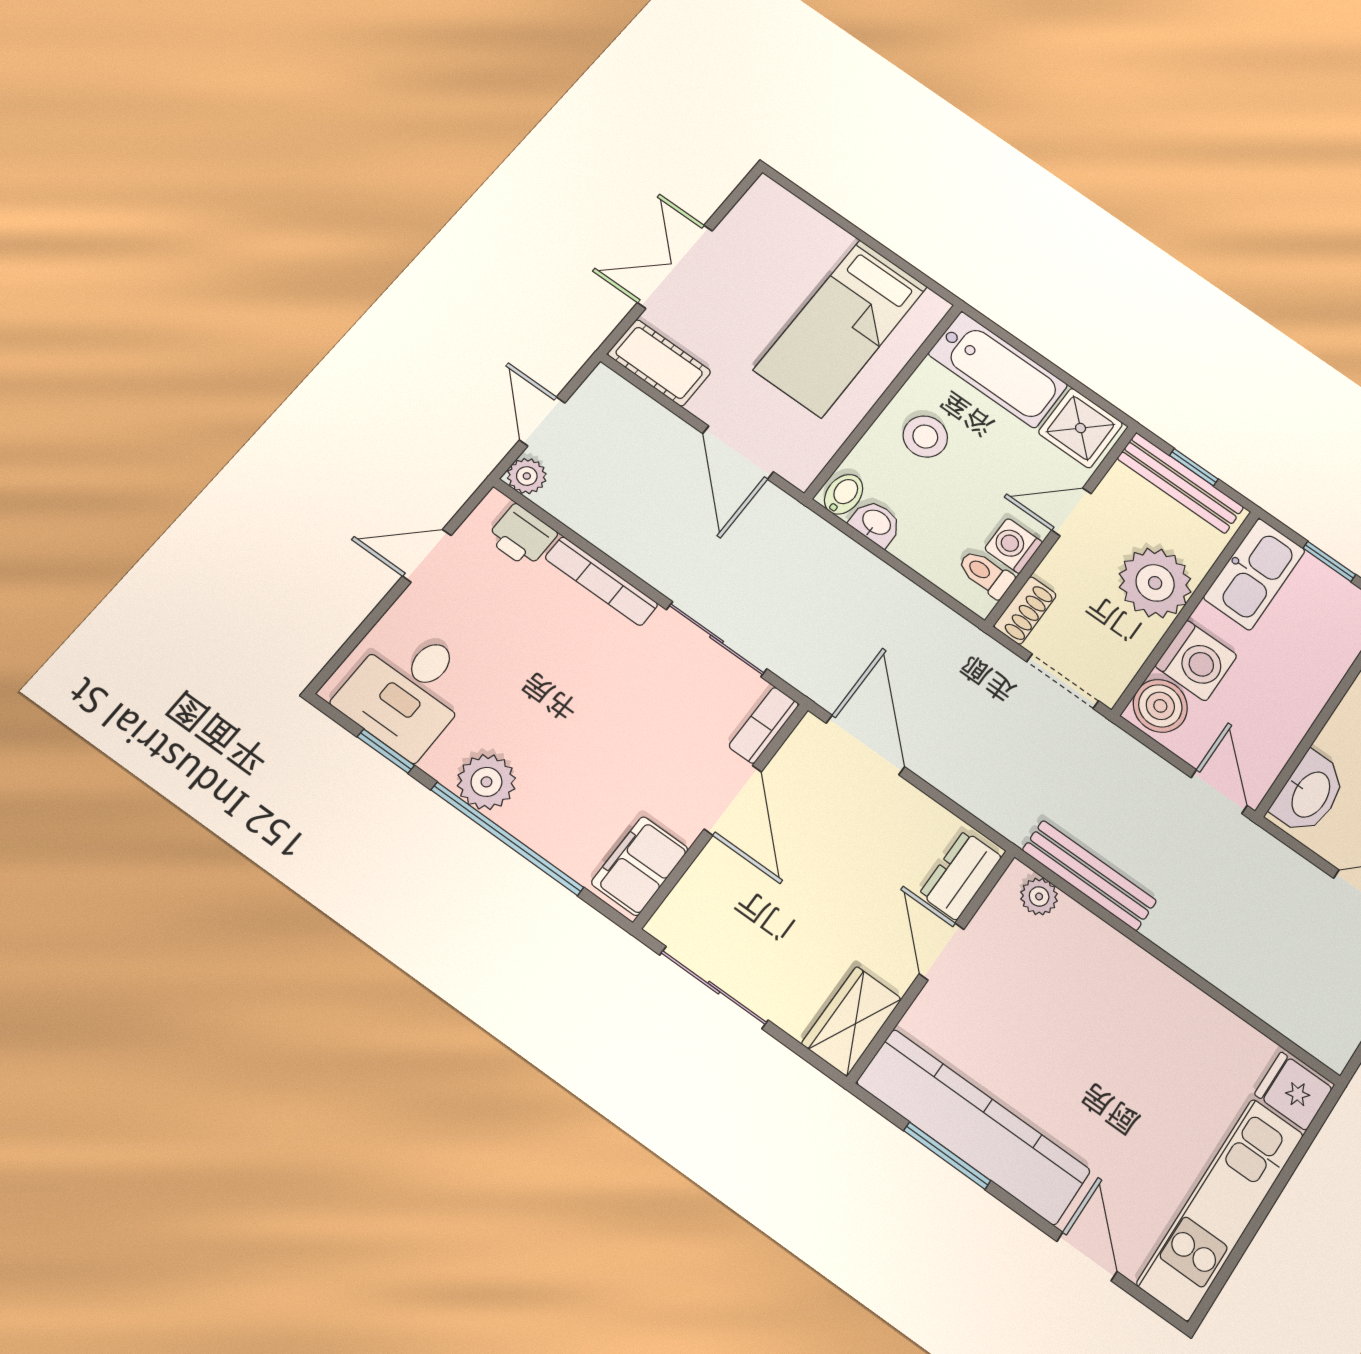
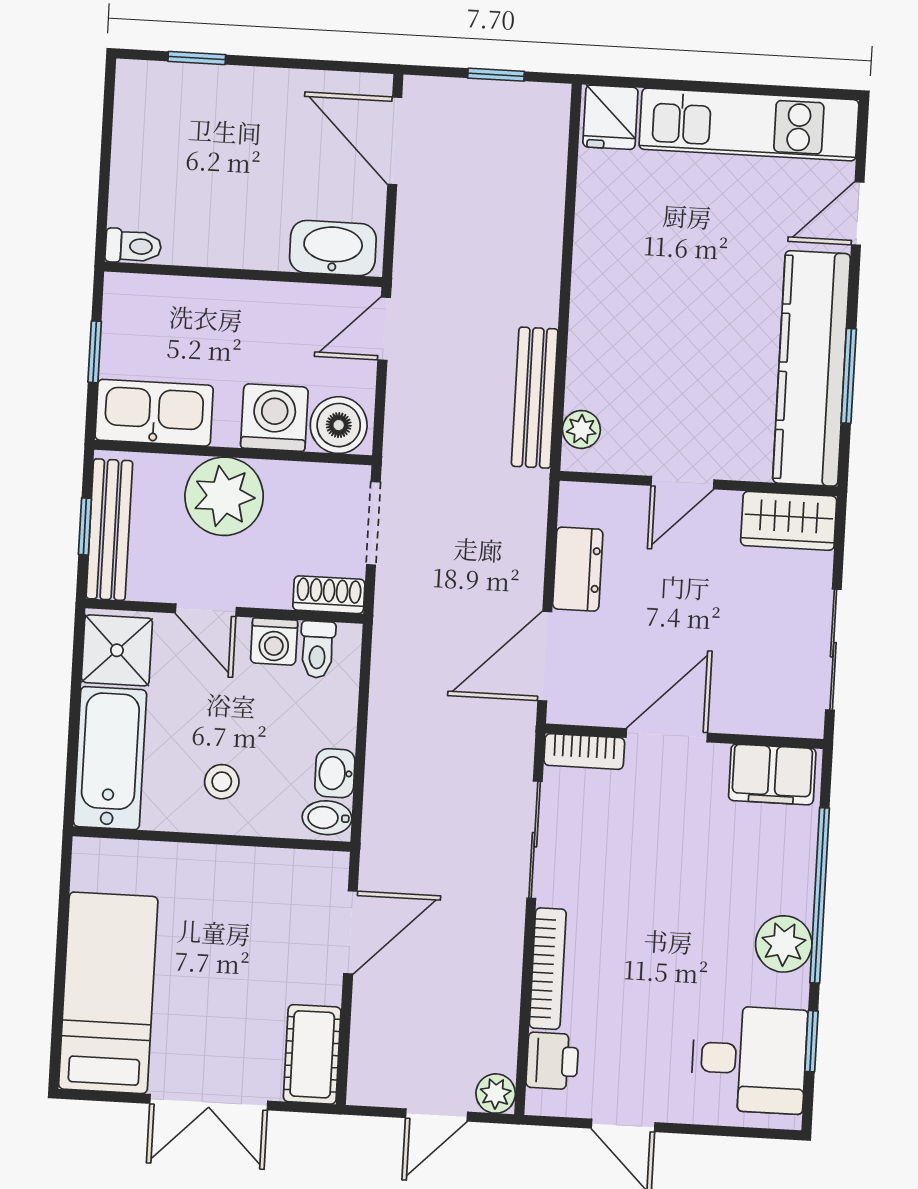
bed: (841, 328) -> (108, 993), moved, turned -90
stool: (925, 437) -> (222, 782), width x0.73, depth x0.73
dresser: (960, 875) -> (578, 569), moved, turned -90

